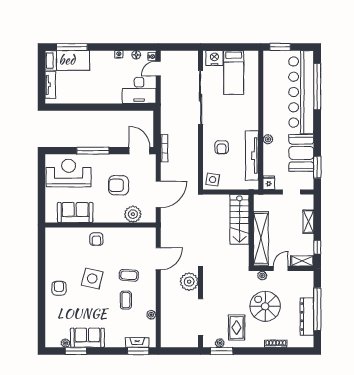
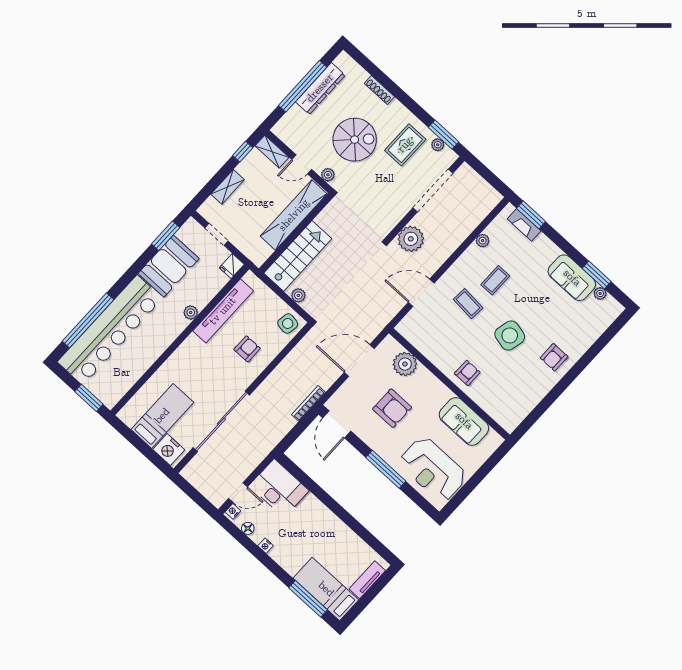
plant: (220, 199) -> (298, 295), added
spiral stairs: (265, 306) -> (355, 140), turned -90

